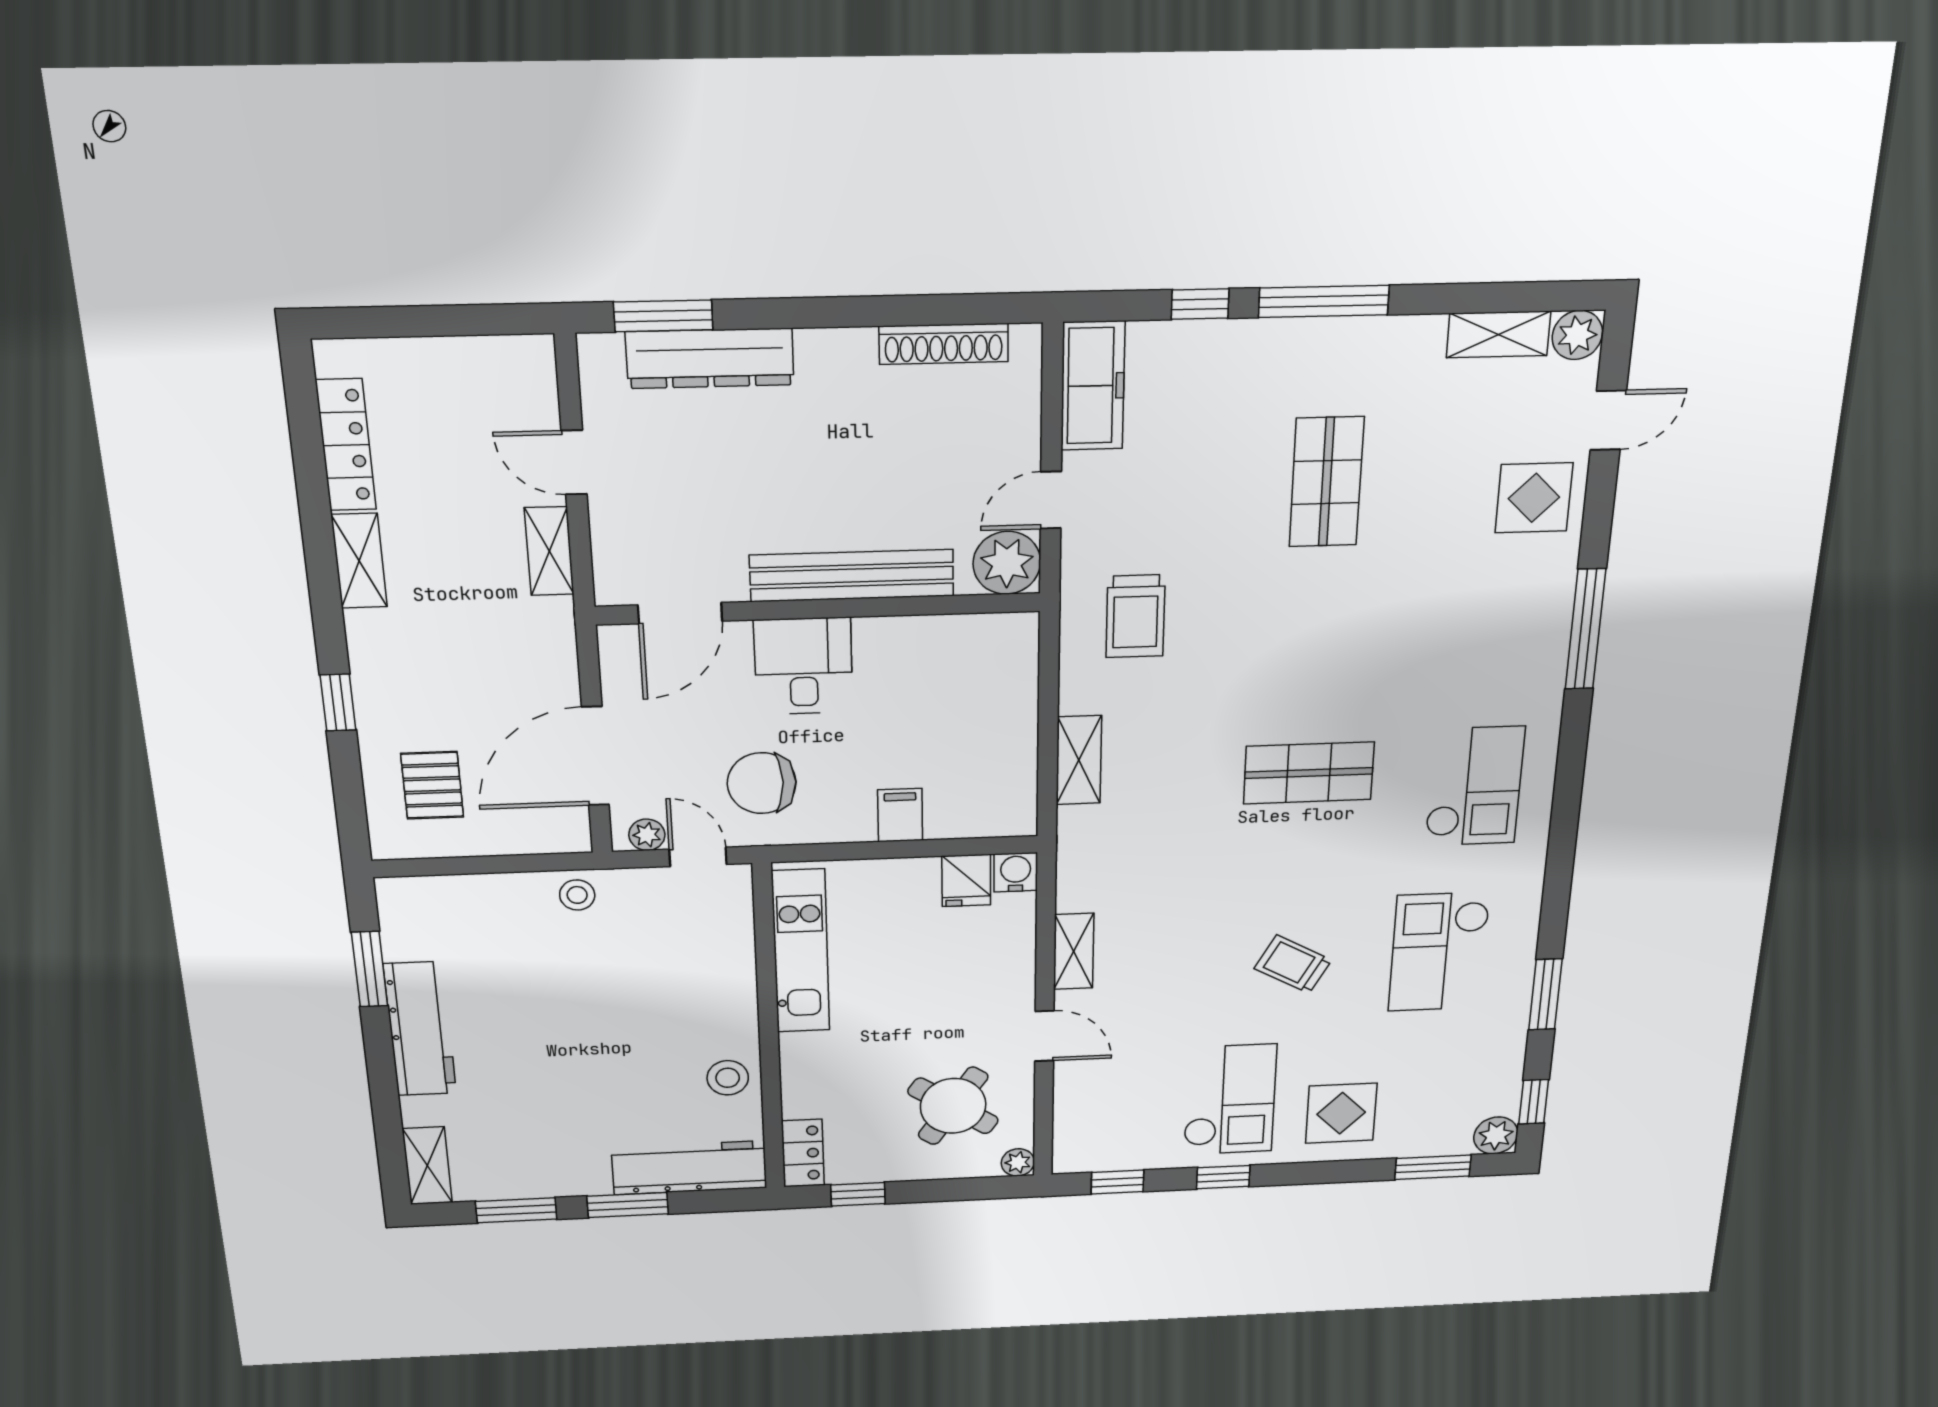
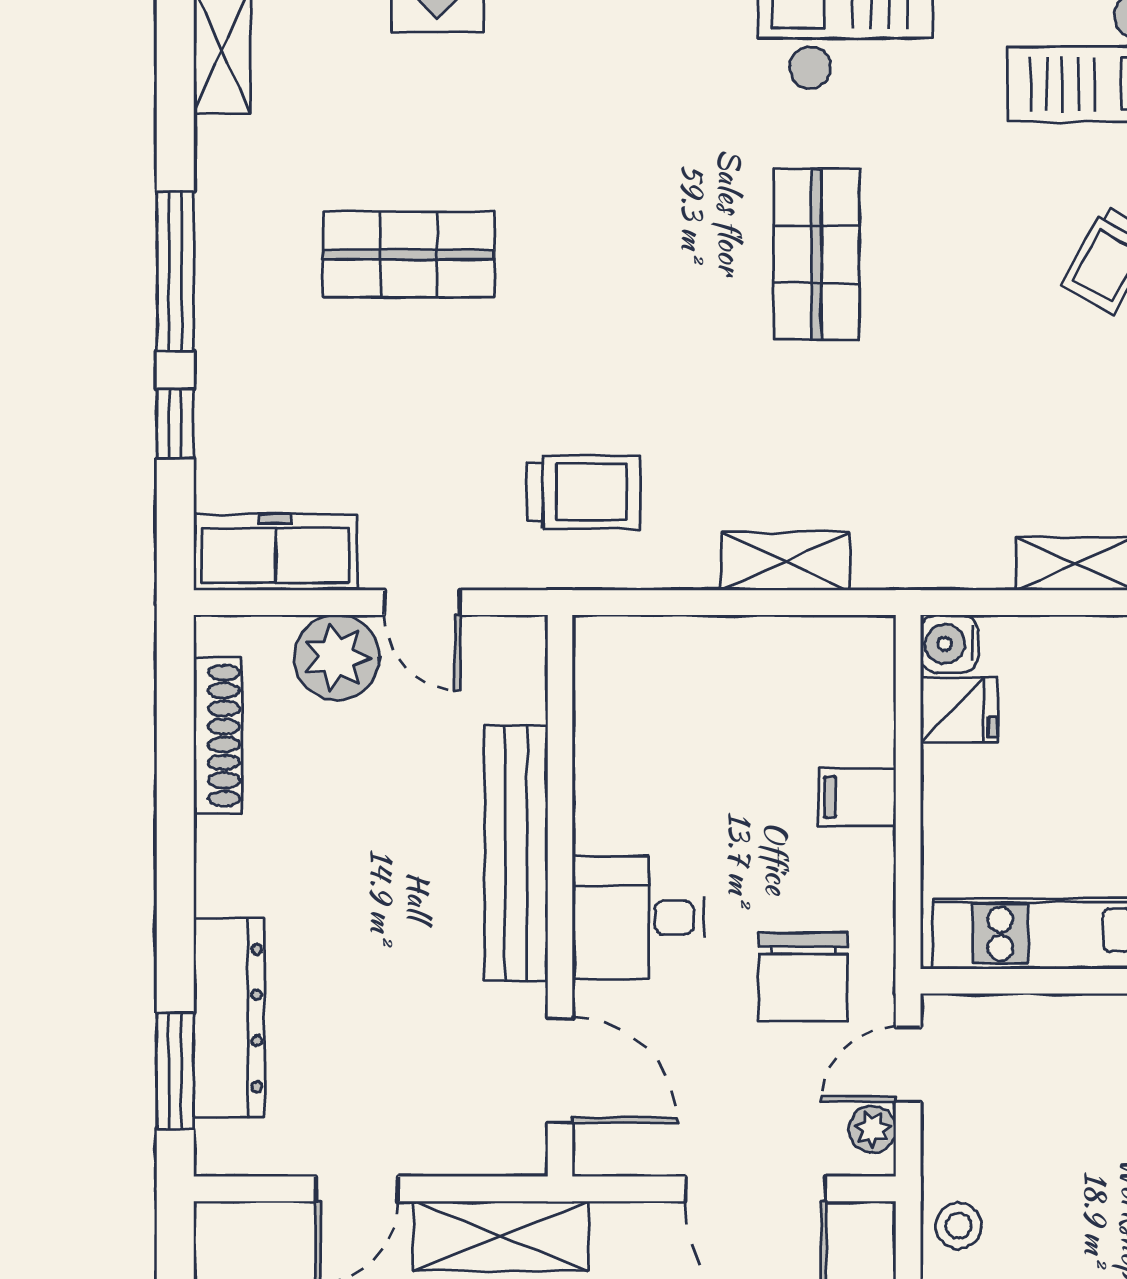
shelving: (549, 551) -> (501, 1236), width x1.50, depth x1.33
plant: (1007, 563) -> (337, 657), moved

